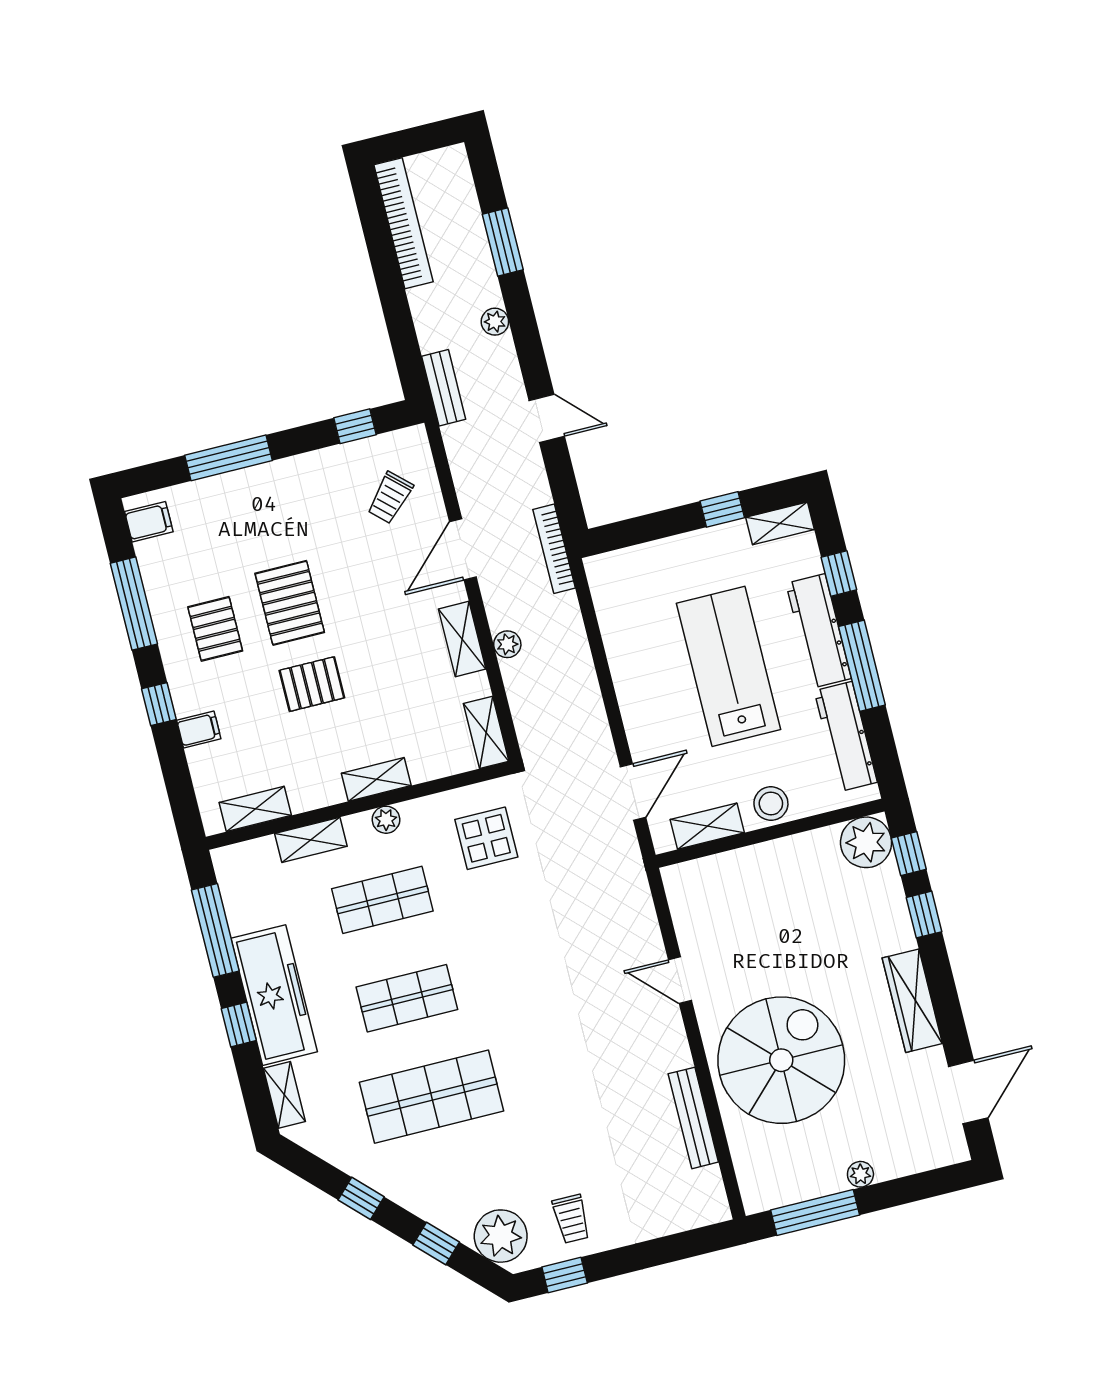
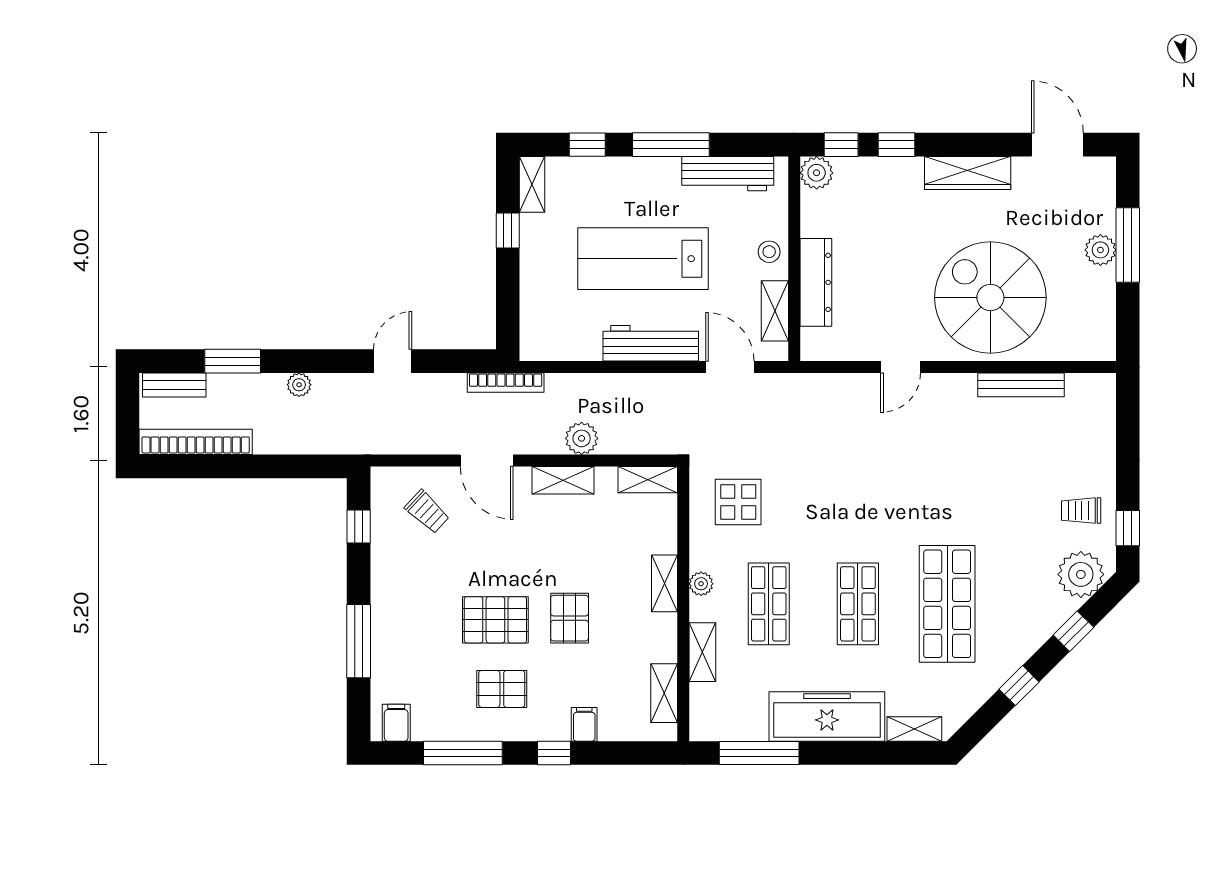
bench: (444, 388) -> (174, 385), moved
workbench: (819, 631) -> (651, 343), moved, turned 180
plant: (507, 644) -> (582, 438), width x1.38, depth x1.38
stool: (771, 804) -> (769, 252), width x0.73, depth x0.73
plant: (866, 842) -> (817, 173), width x0.73, depth x0.73
dresser: (750, 863) -> (816, 282), added
window: (239, 1024) -> (845, 753), removed
plant: (860, 1174) -> (1100, 250), width x1.38, depth x1.38
window: (815, 1213) -> (1128, 245), moved
trolley: (571, 1219) -> (1081, 511), turned 180

